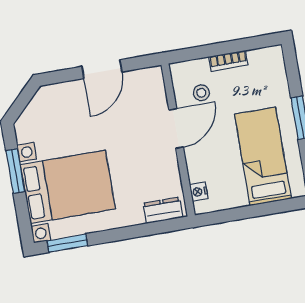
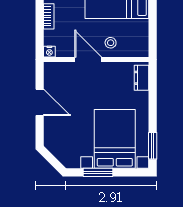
stool: (201, 93) -> (111, 43), moved
nightstand: (199, 192) -> (49, 52), moved

